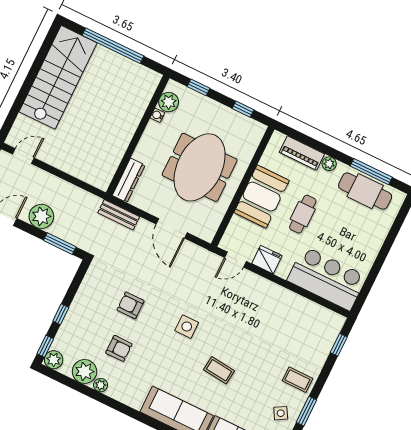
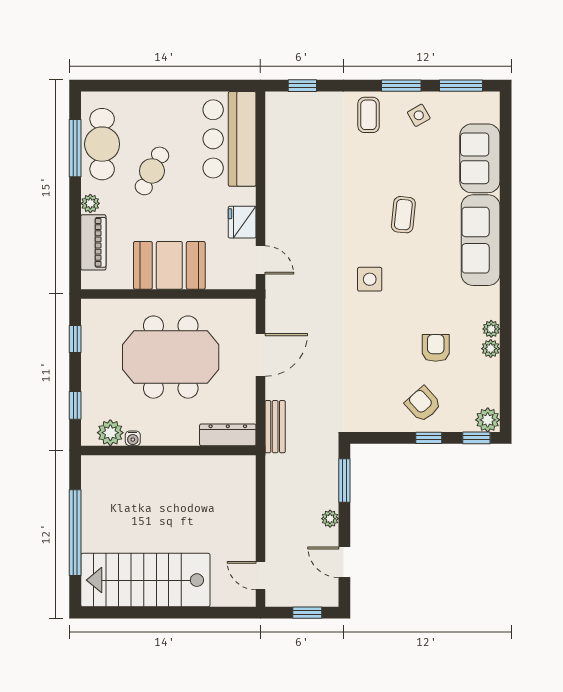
cafe table: (303, 214) -> (152, 171), moved, turned -63
plant: (41, 216) -> (330, 519), width x0.53, depth x0.53
armchair: (131, 305) -> (423, 404), moved, turned 138
plant: (85, 371) -> (491, 329), moved, width x0.53, depth x0.53

